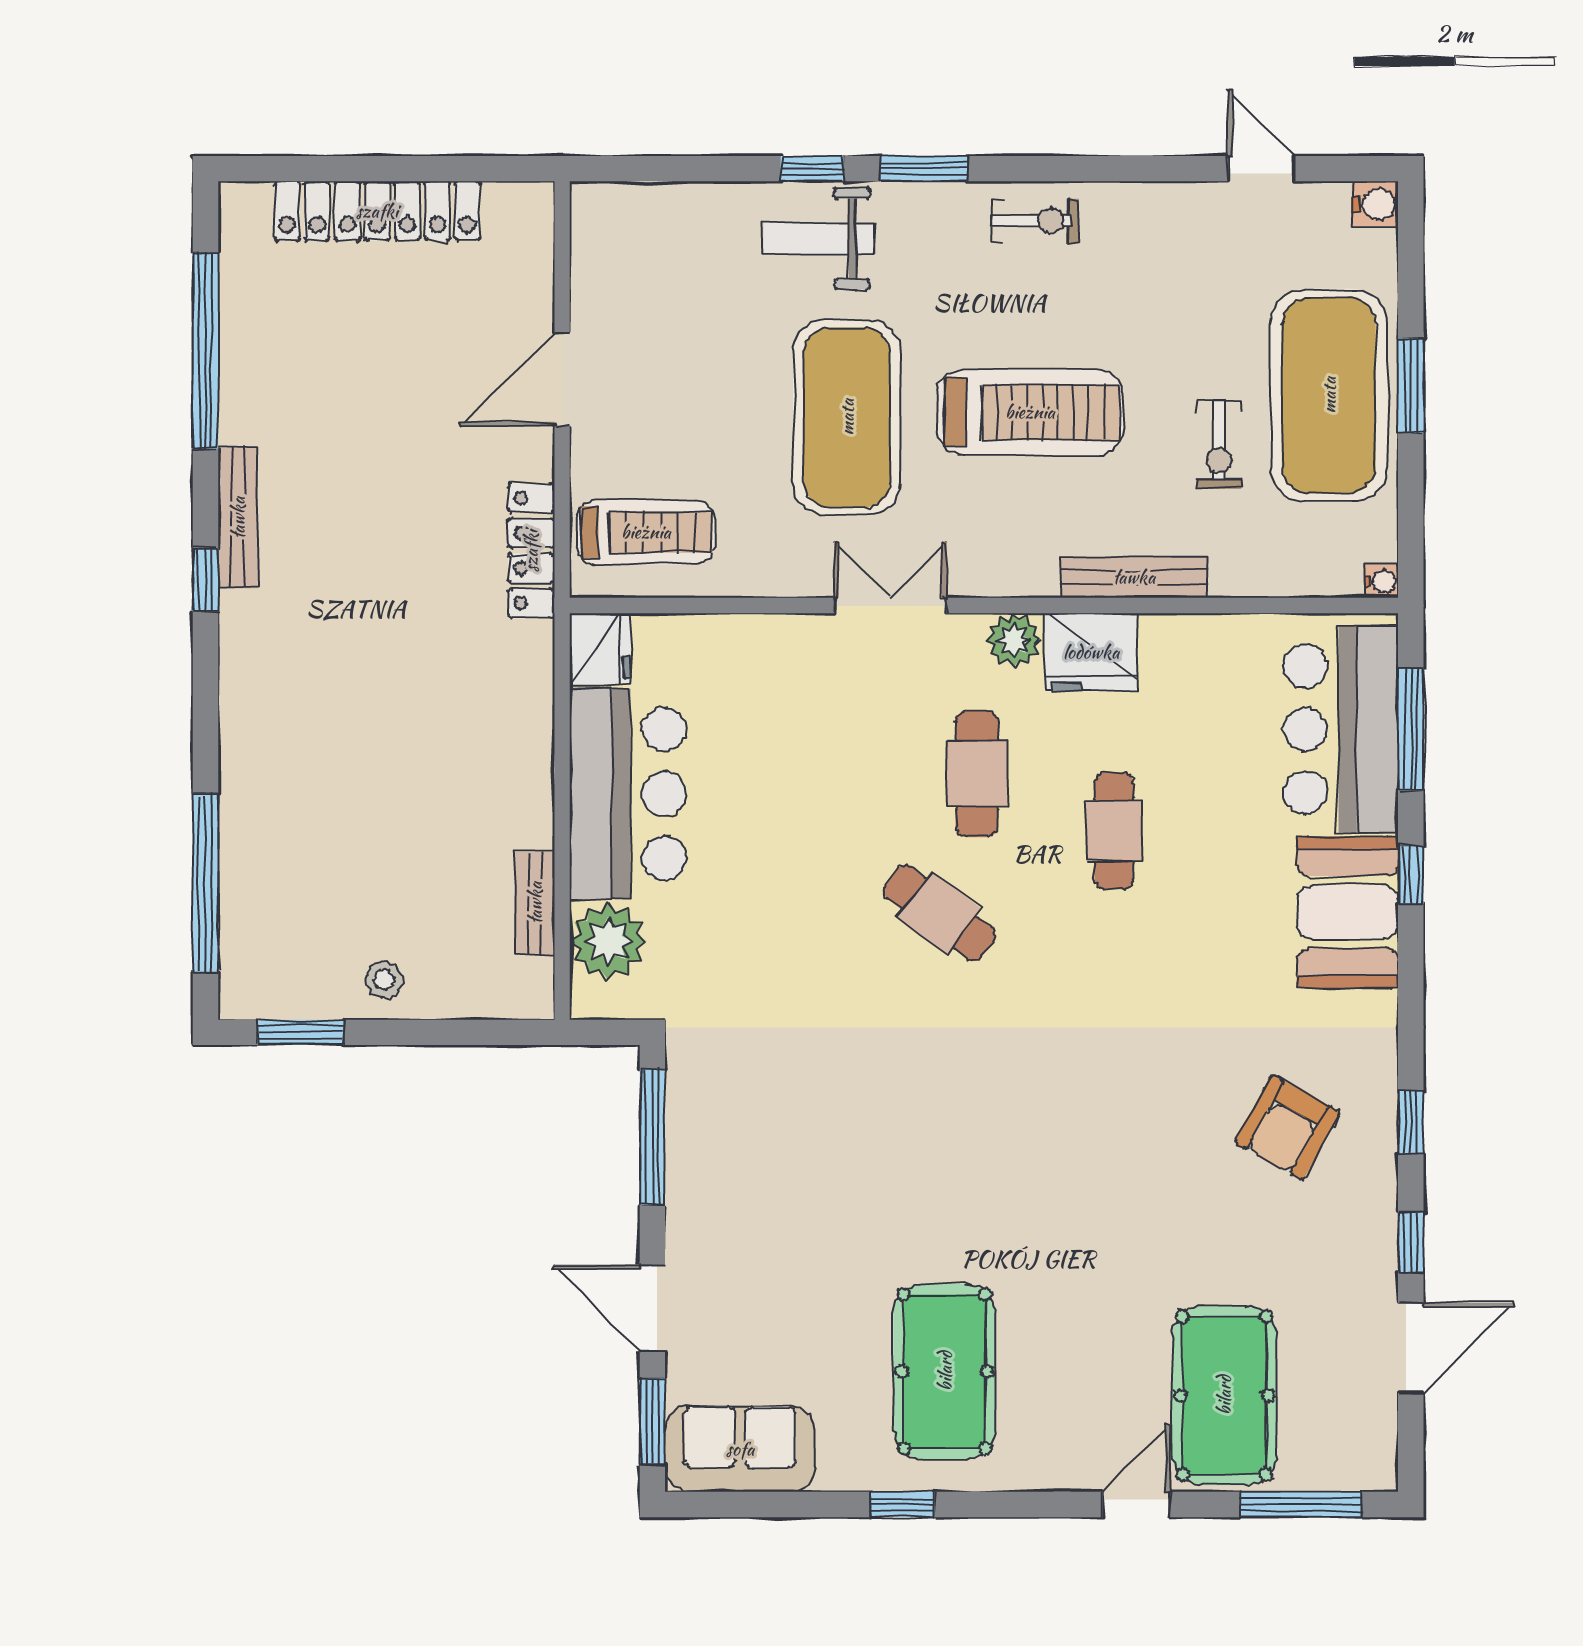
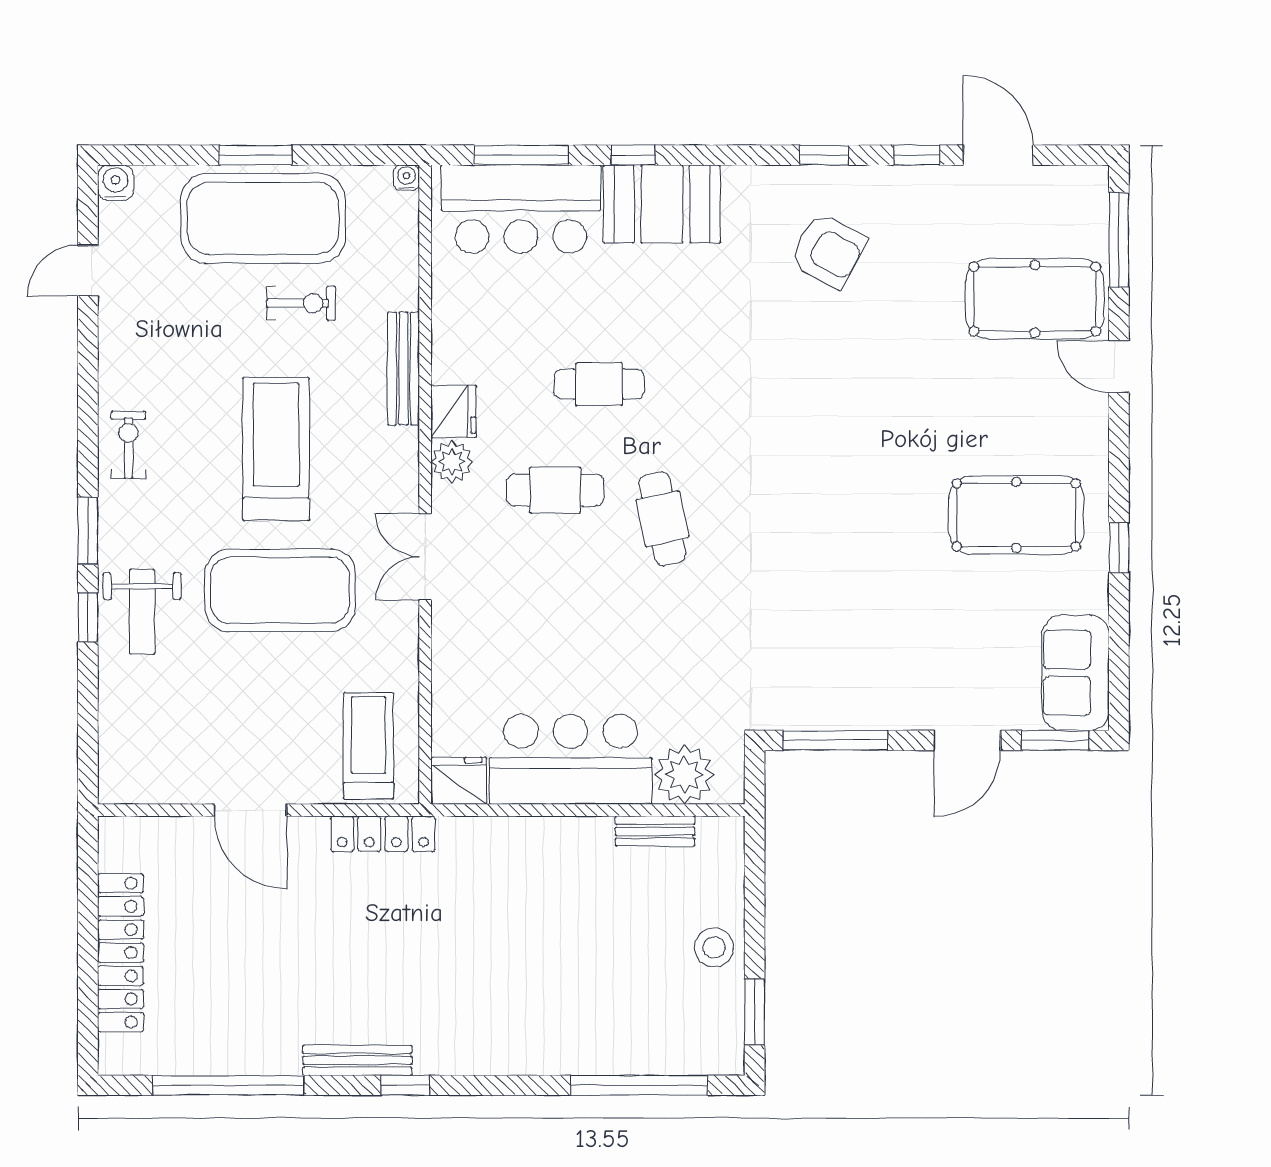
fridge: (1091, 652) -> (454, 411), width x0.73, depth x0.75
cafe table: (940, 913) -> (662, 519), turned -49
stool: (384, 980) -> (714, 947), width x1.37, depth x1.37

